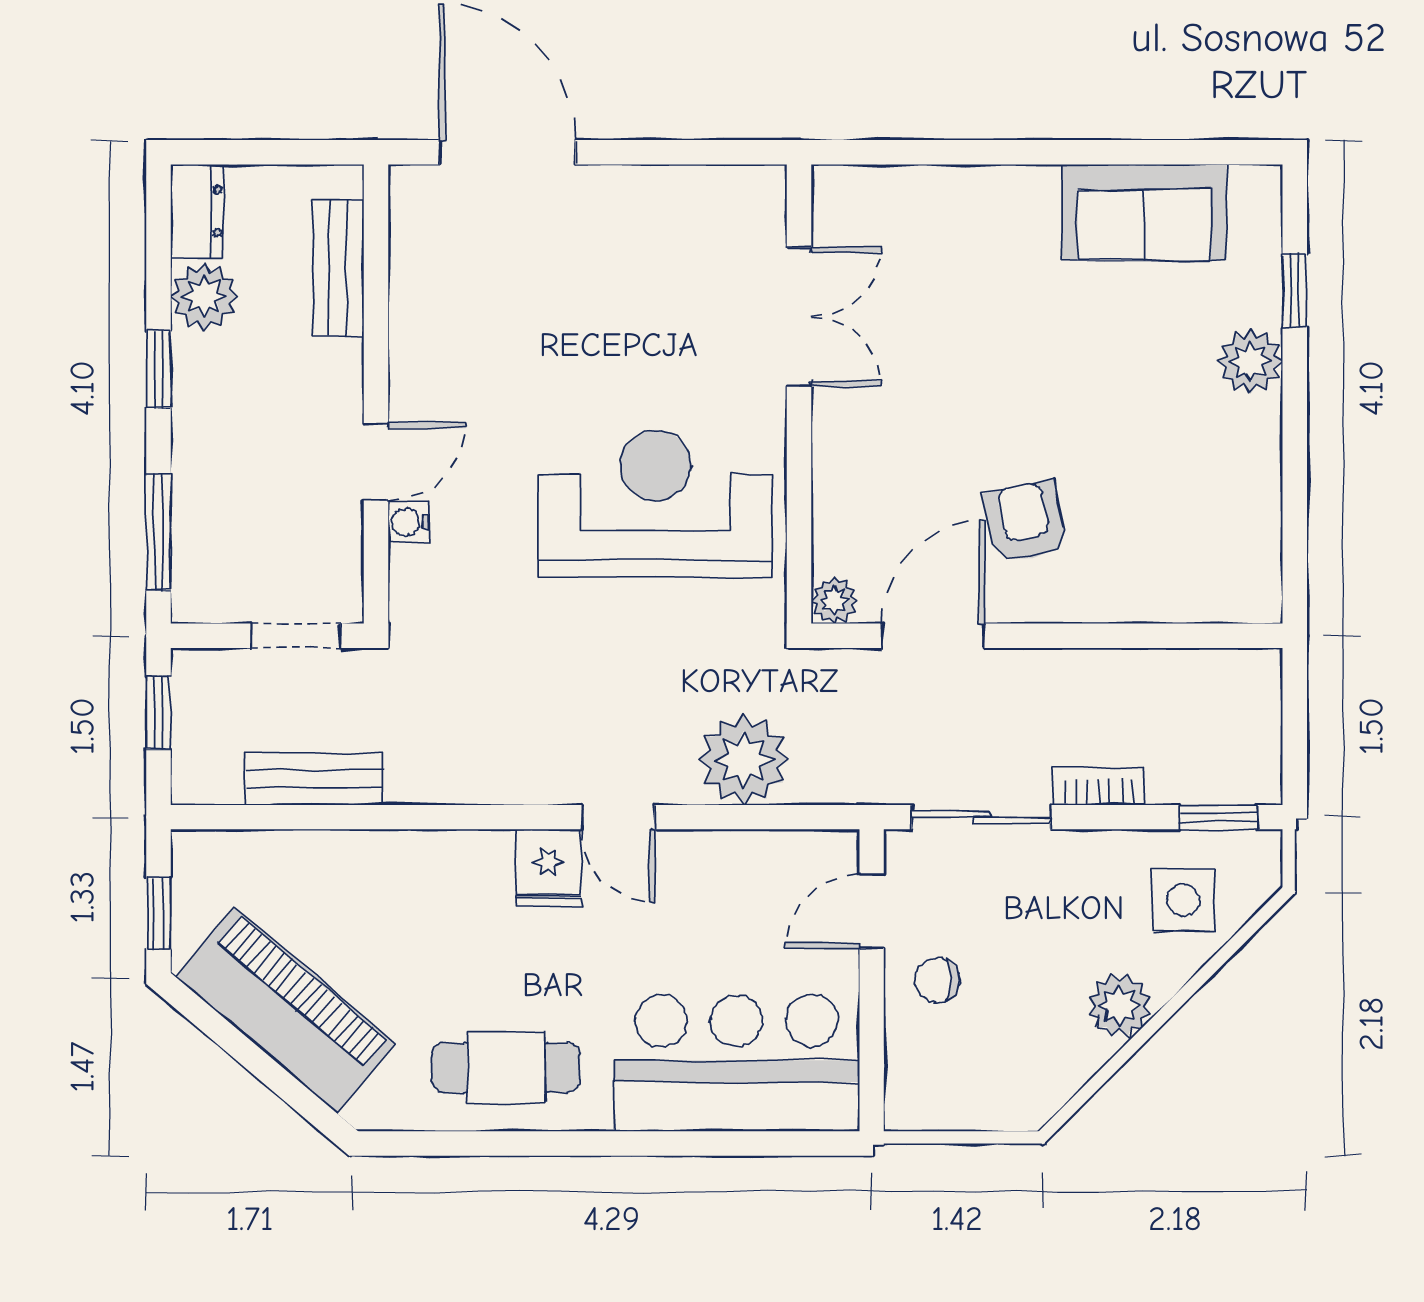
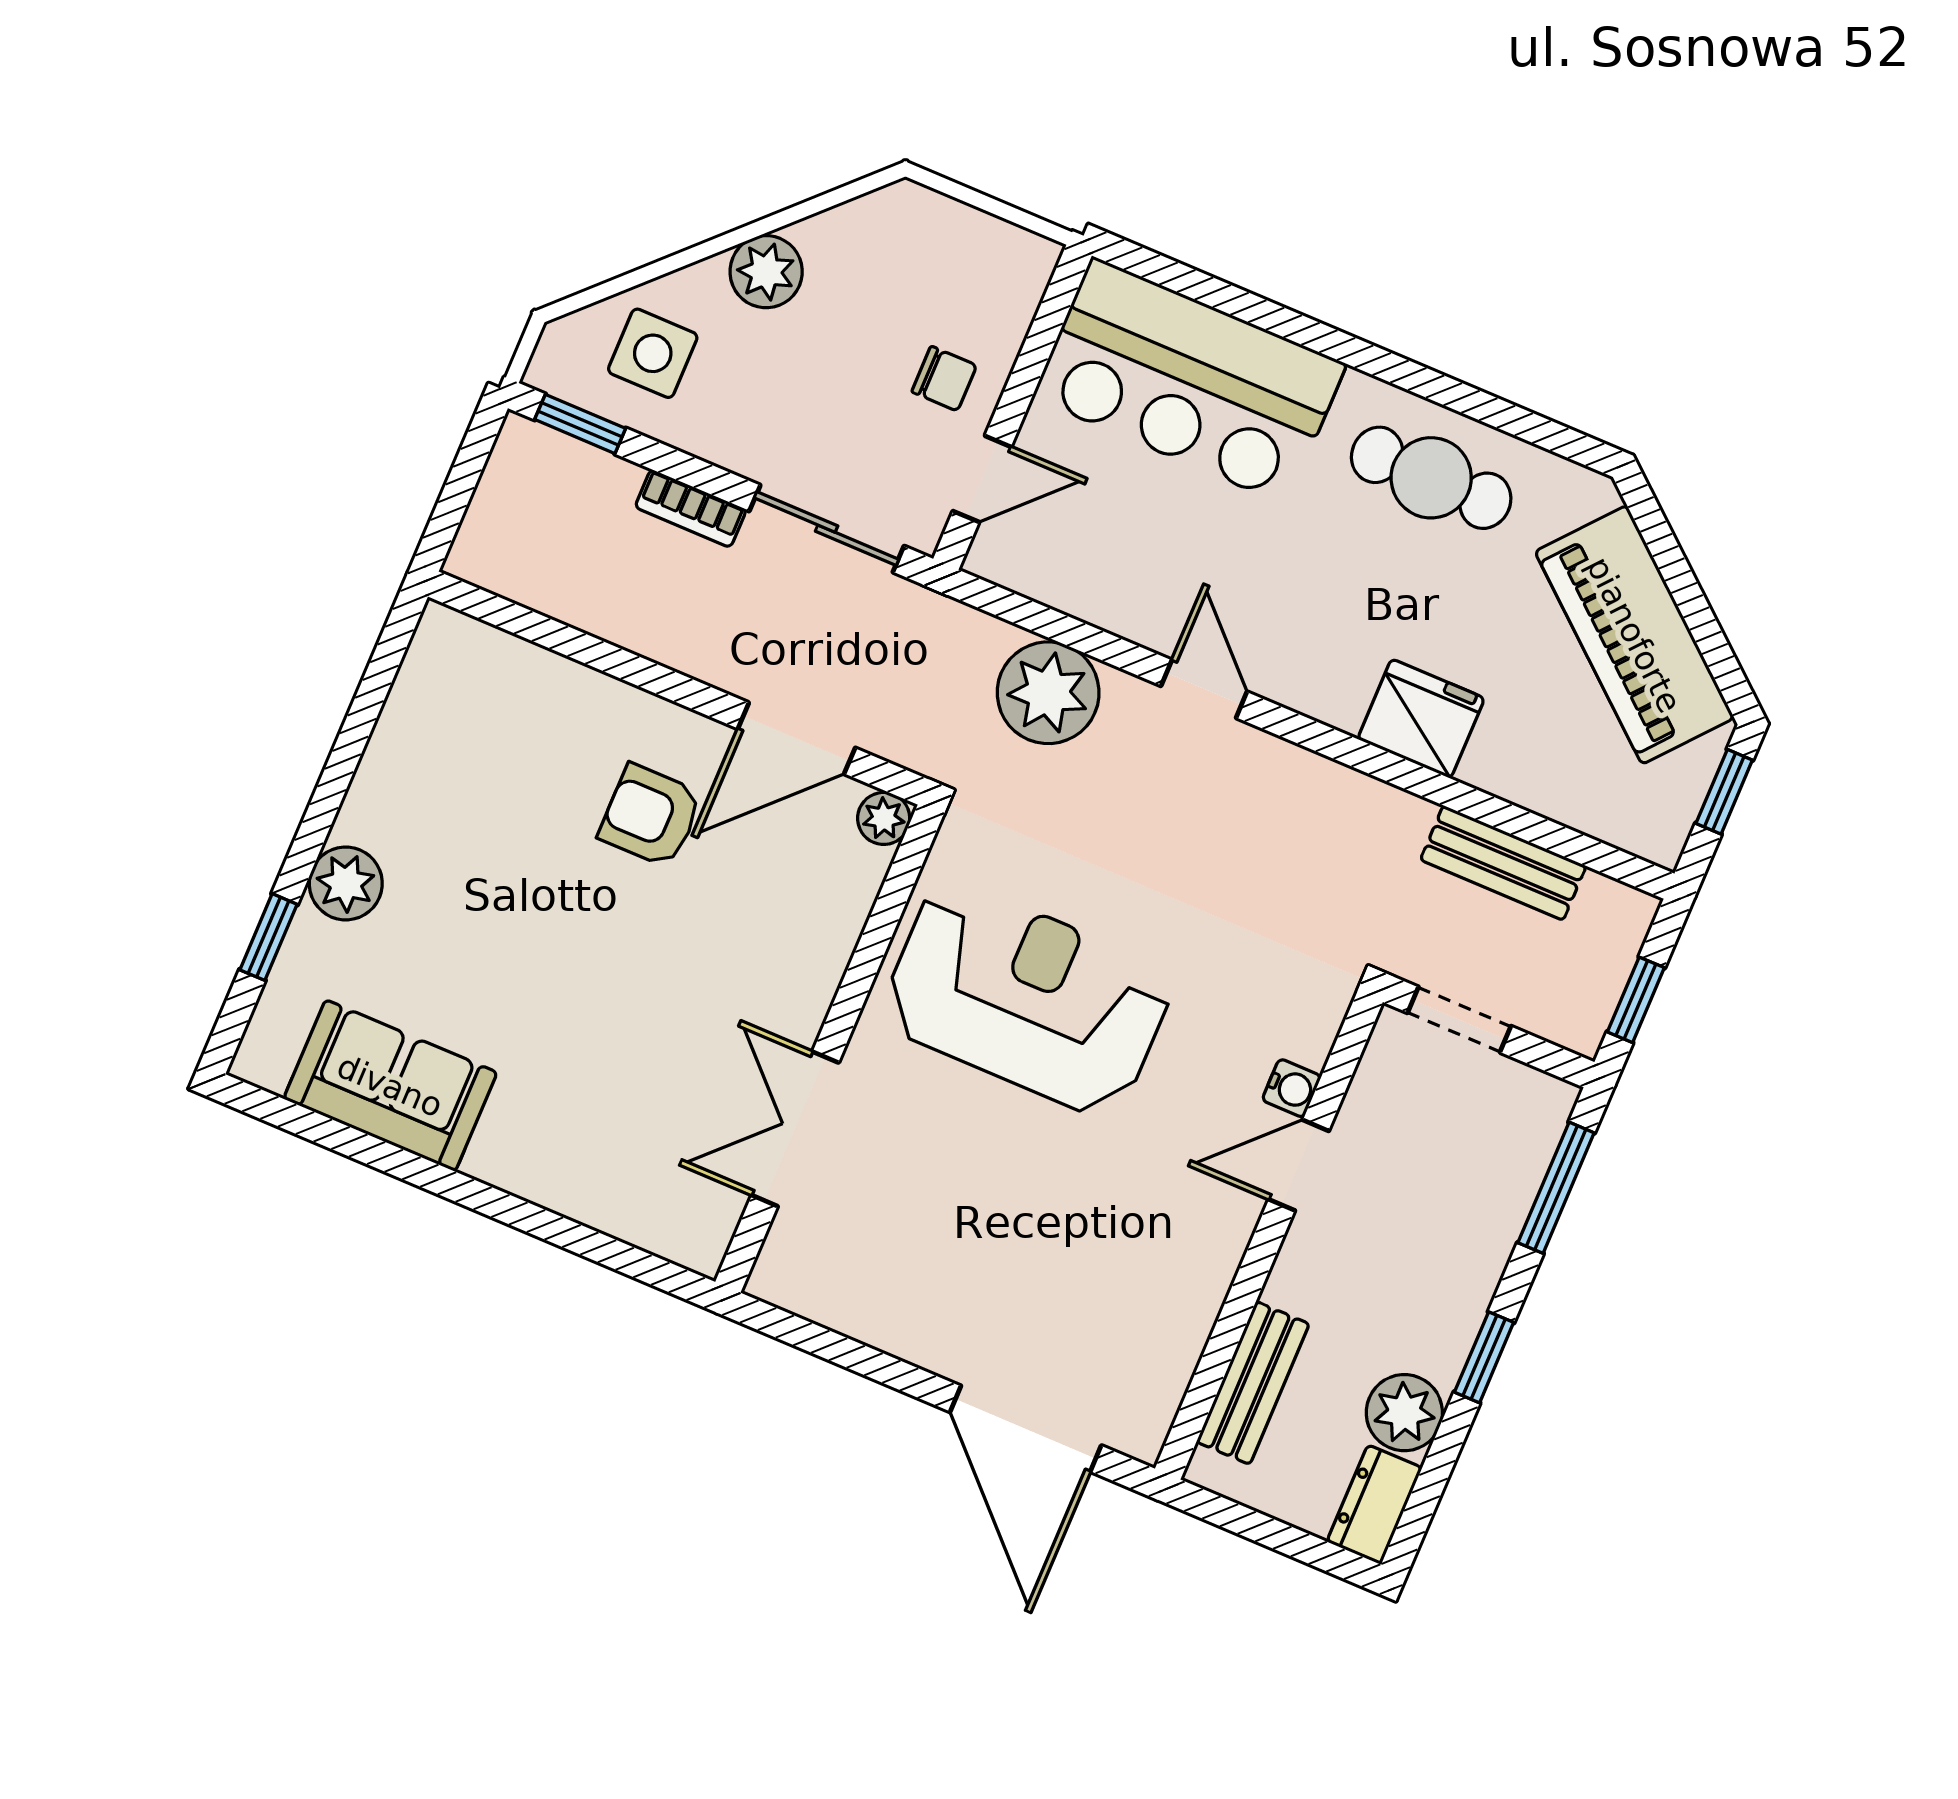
reception desk: (655, 504) -> (1027, 998), turned 180
armchair: (1025, 522) -> (651, 816), turned 102
fridge: (548, 868) -> (1421, 719), moved, width x1.38

